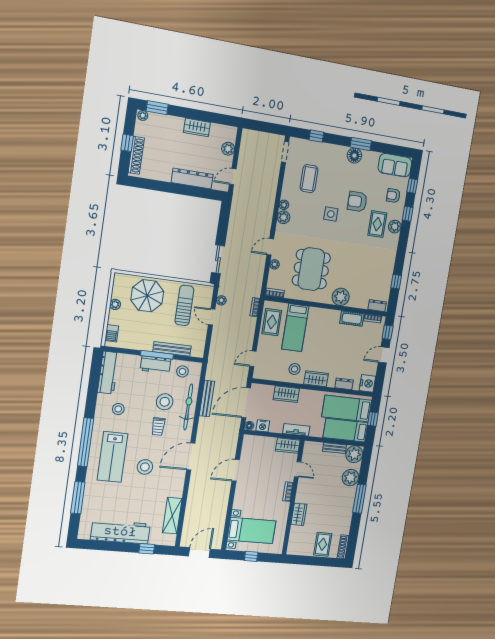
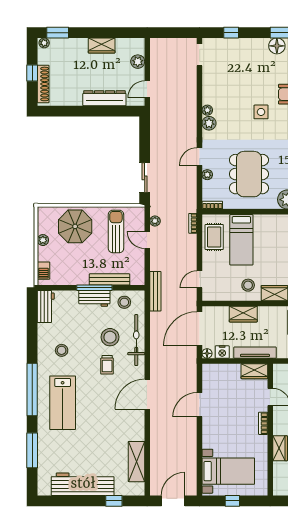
coffee table: (309, 179) -> (230, 78), removed
workbench: (108, 373) -> (46, 307), width x0.73
bench: (207, 399) -> (155, 291), moved
tv unit: (296, 430) -> (255, 353), width x1.41
stool: (145, 467) -> (99, 410), removed

